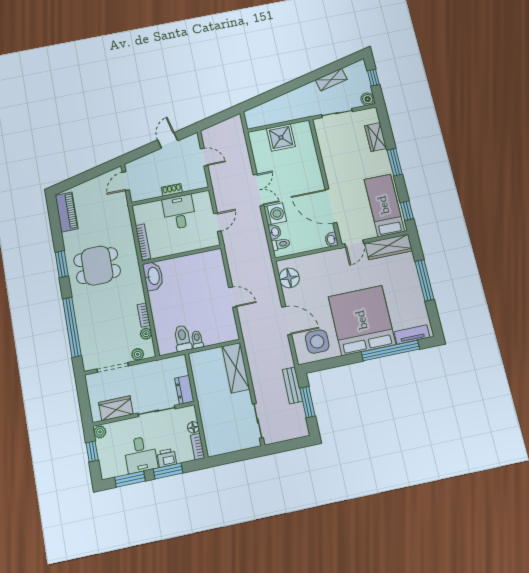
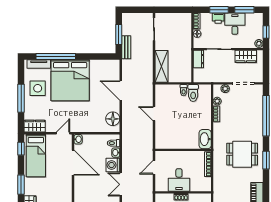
wardrobe: (389, 247) -> (35, 126), width x0.67
side table: (317, 342) -> (38, 88), moved

